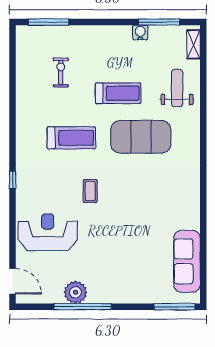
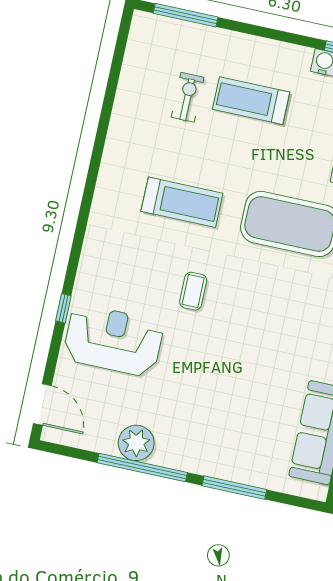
treadmill: (118, 93) -> (251, 101), moved, turned 180
window: (13, 180) -> (63, 308), moved
window: (174, 307) -> (234, 488), moved

